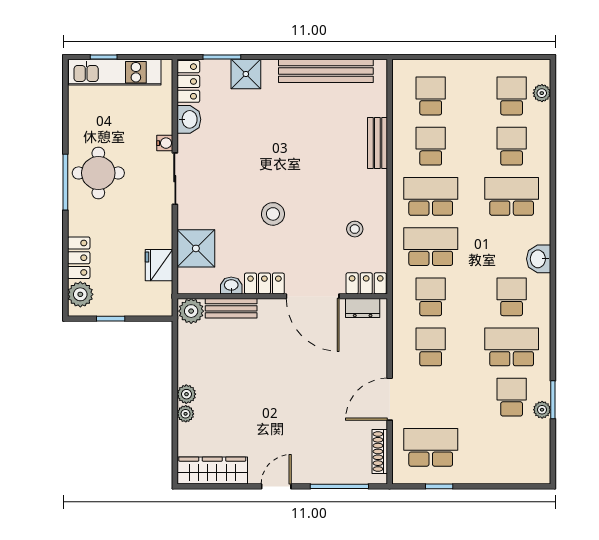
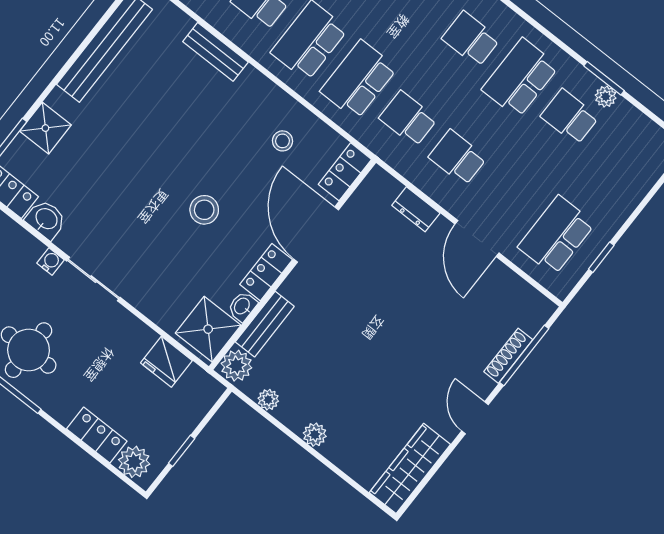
shower: (196, 248) -> (208, 329), moved
door: (313, 296) -> (316, 235), swing flipped
dresser: (363, 308) -> (416, 209), moved, turned 90
plant: (186, 414) -> (268, 400), moved
shoe rack: (380, 451) -> (508, 356), moved, turned 90

